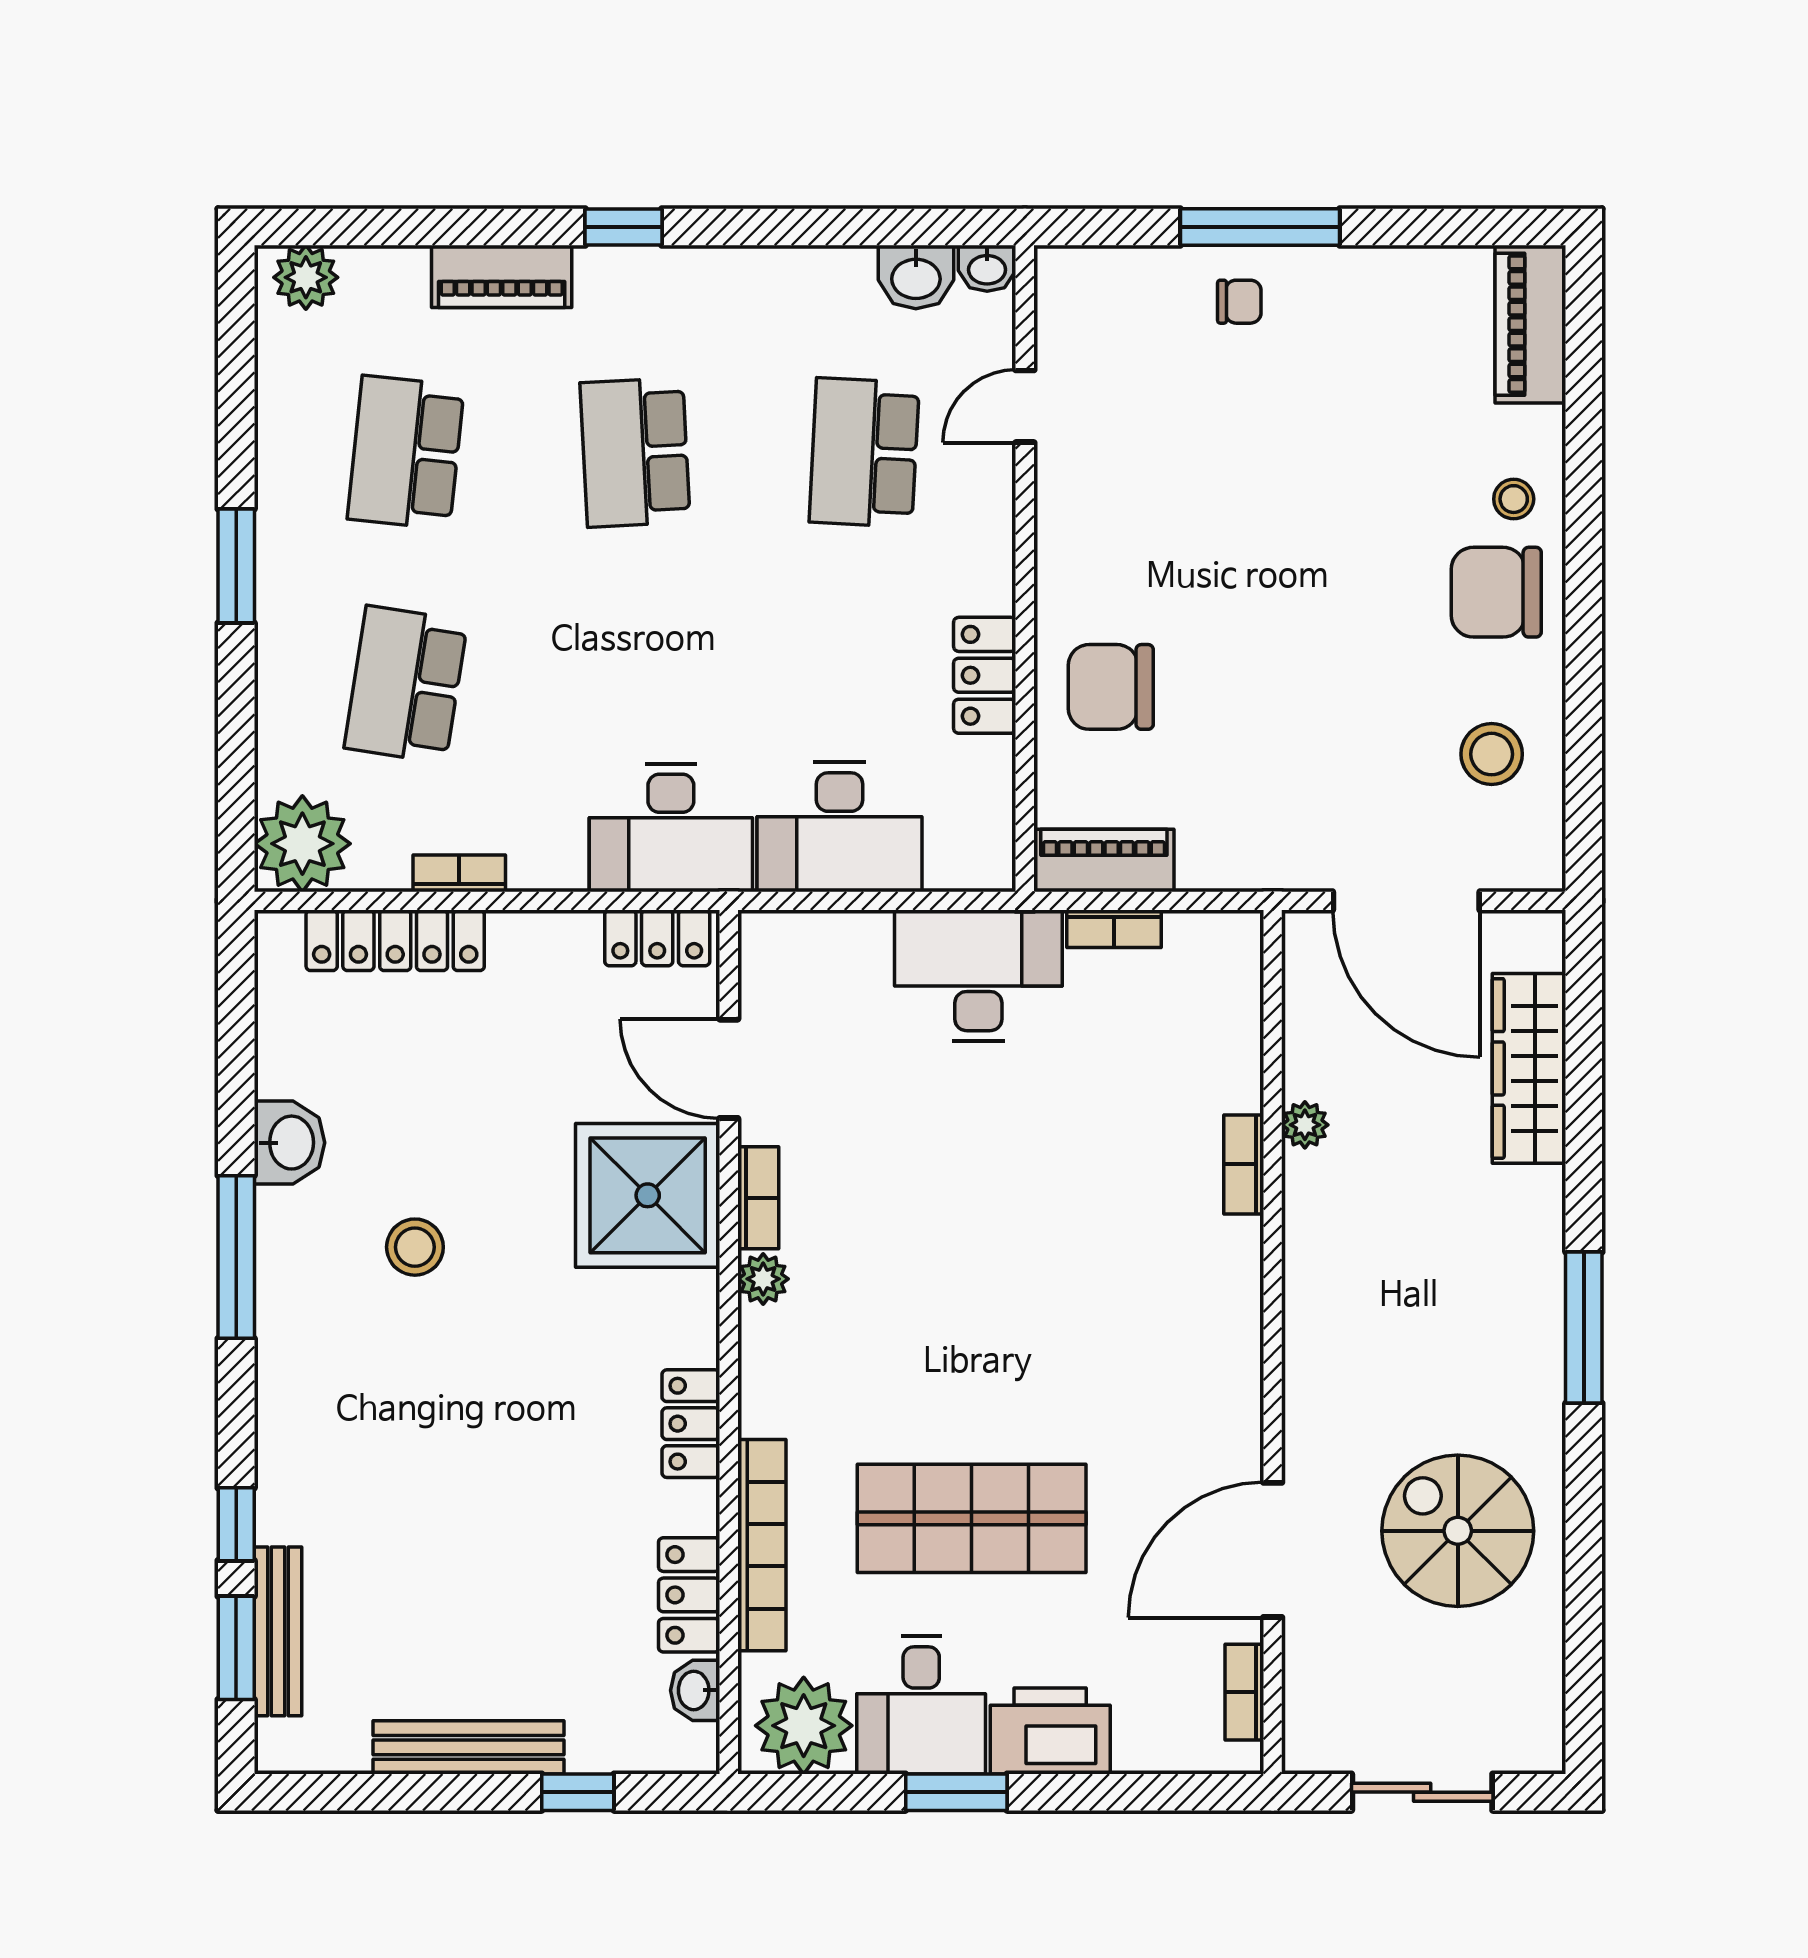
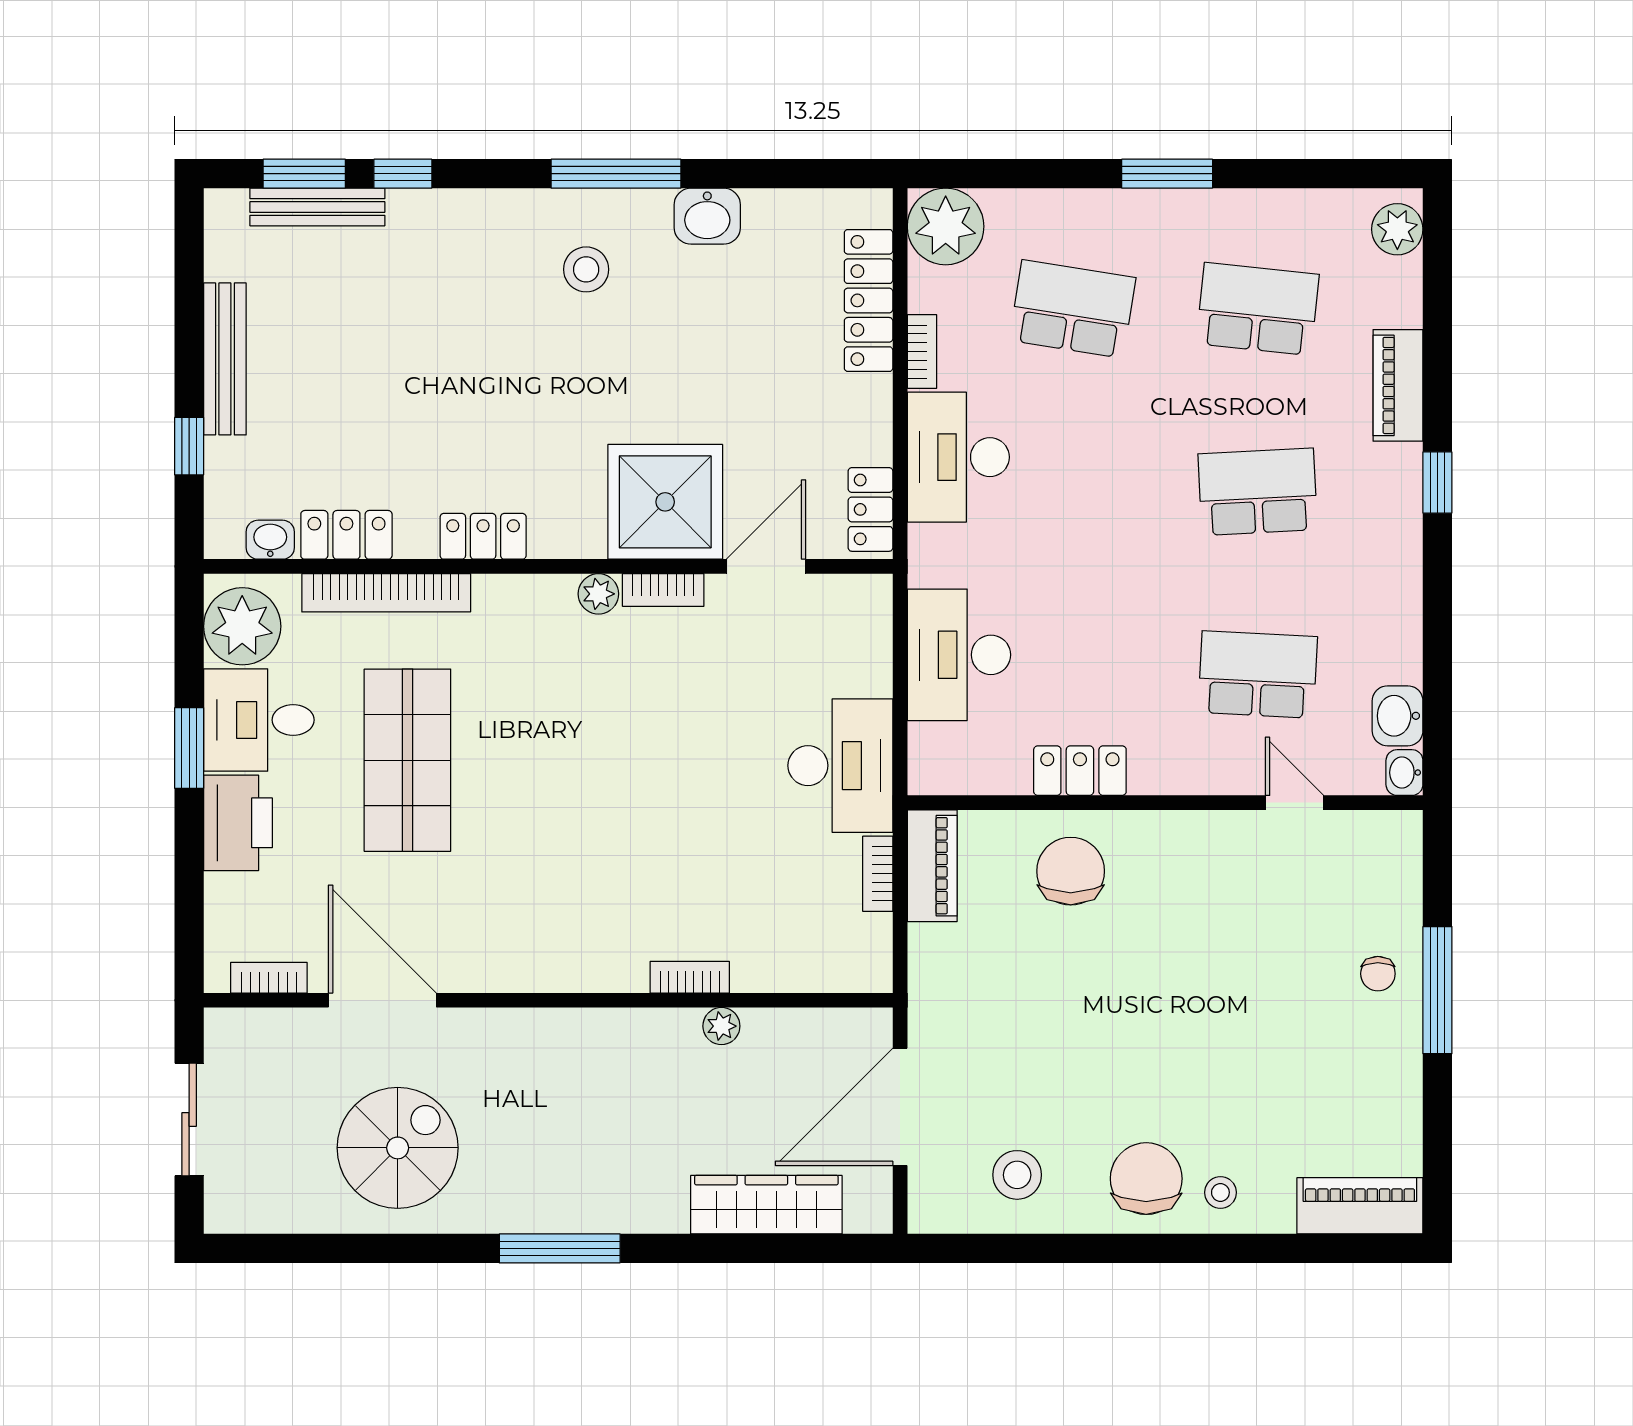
desk: (671, 828) -> (958, 457), moved
stool: (415, 1247) -> (586, 269), moved

